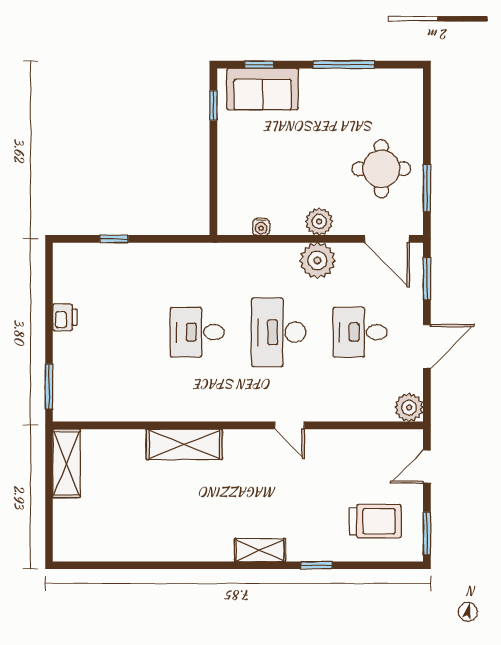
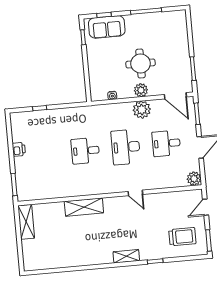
round table: (381, 169) -> (141, 63), moved

